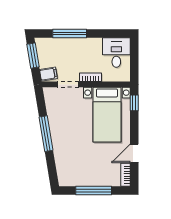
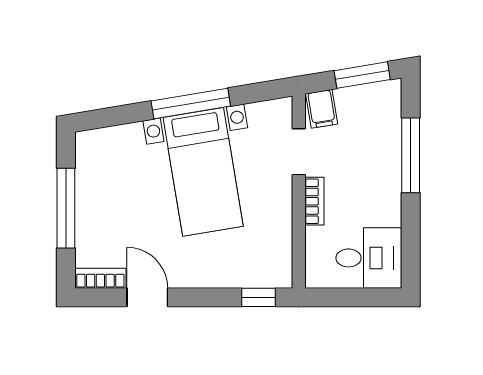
bed with nightstands: (107, 115) -> (203, 172), moved, turned -99

